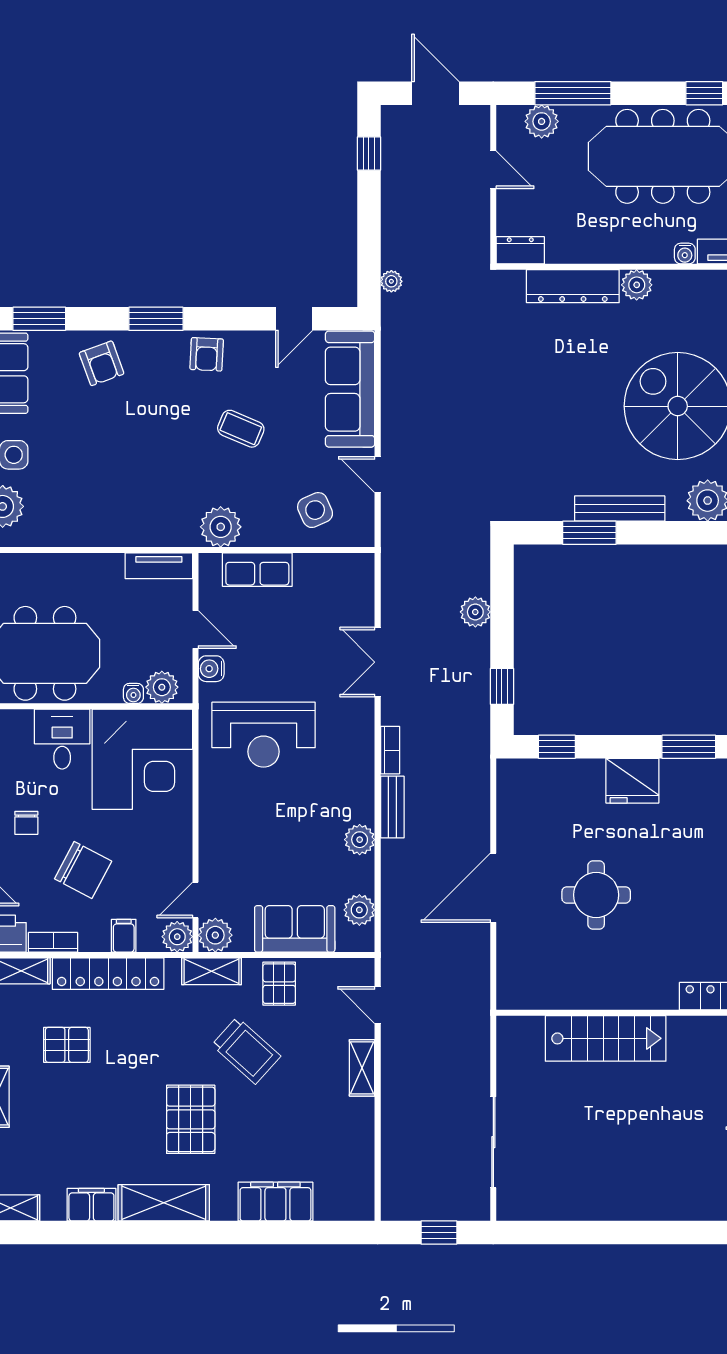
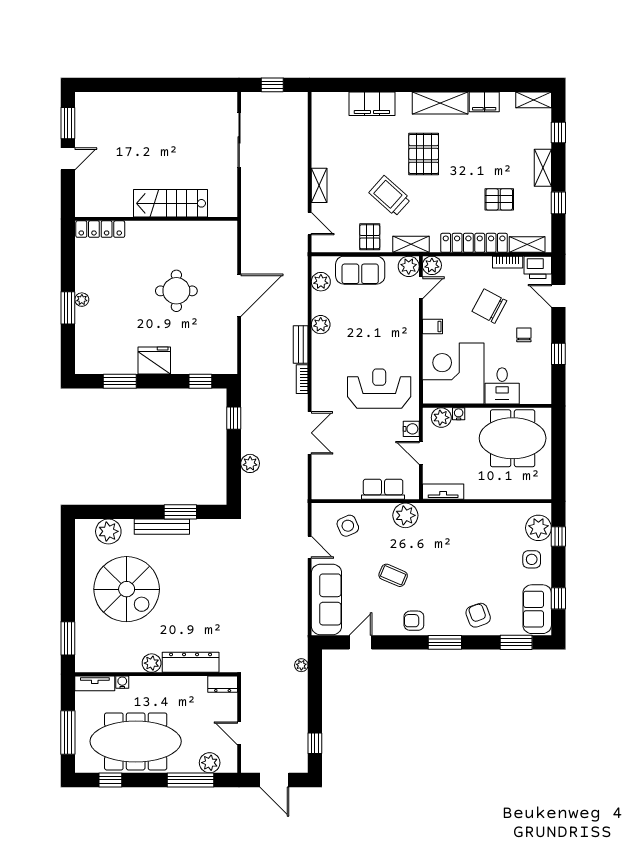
armchair: (207, 354) -> (414, 621), turned -93
filing cabinet: (124, 936) -> (433, 326), moved, turned -90

